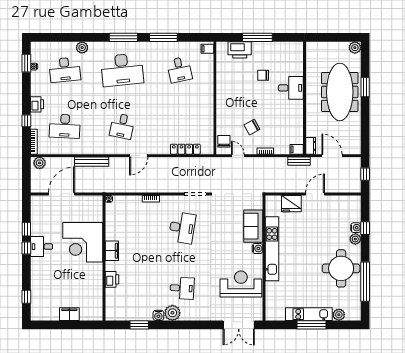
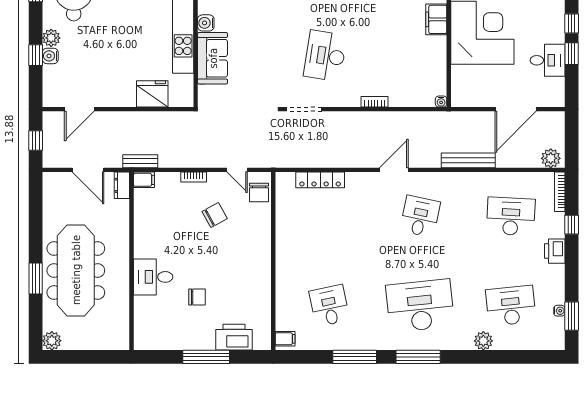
door: (315, 194) -> (79, 109), moved
desk: (42, 247) -> (548, 60), moved

